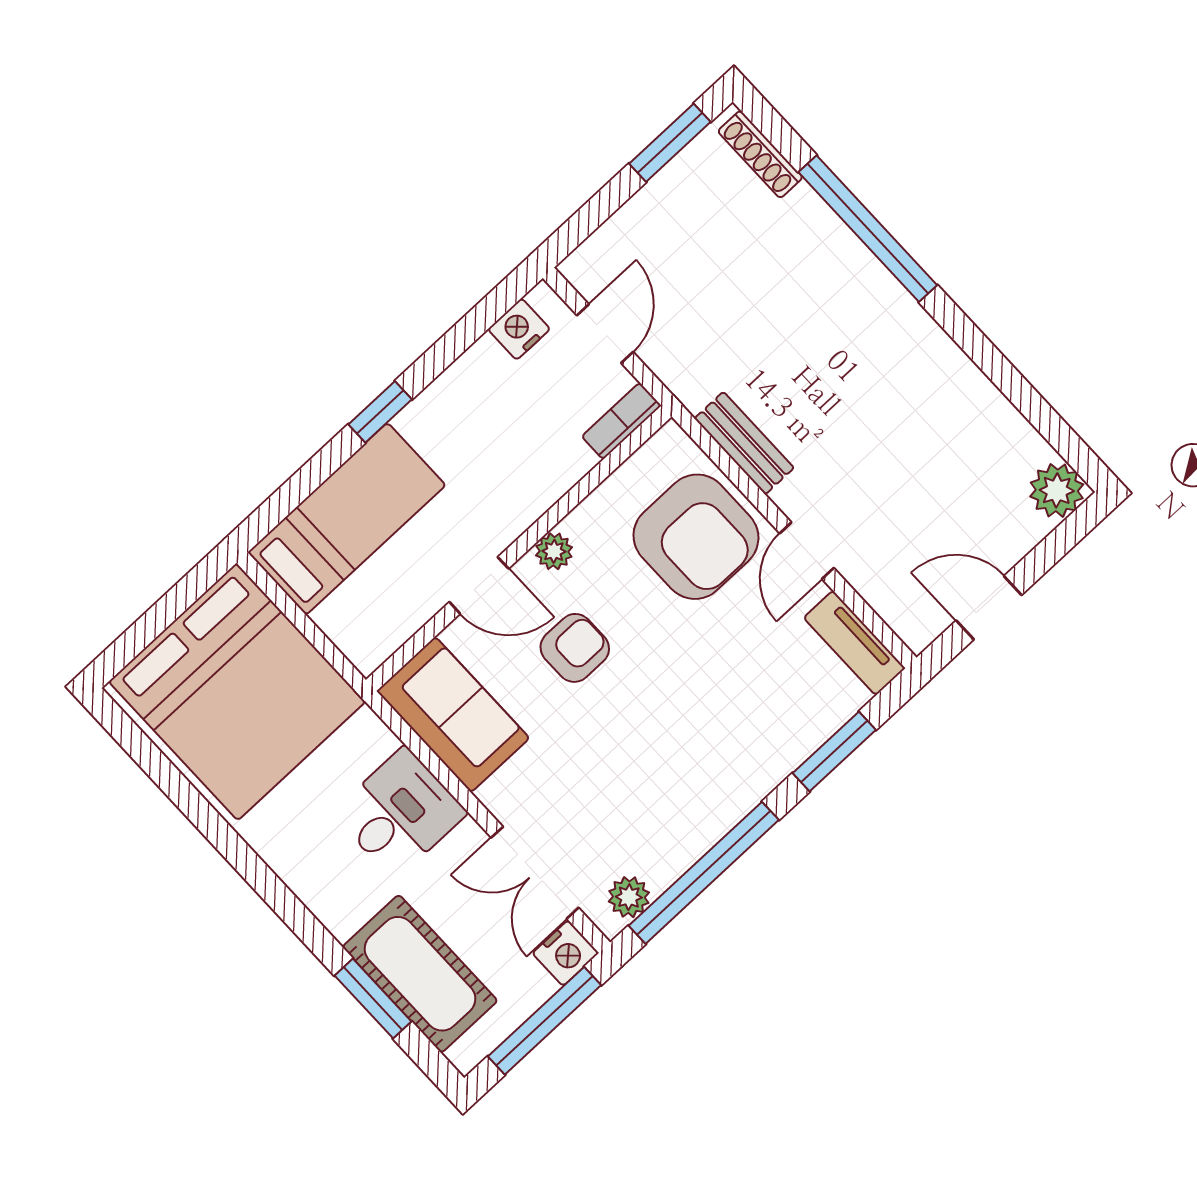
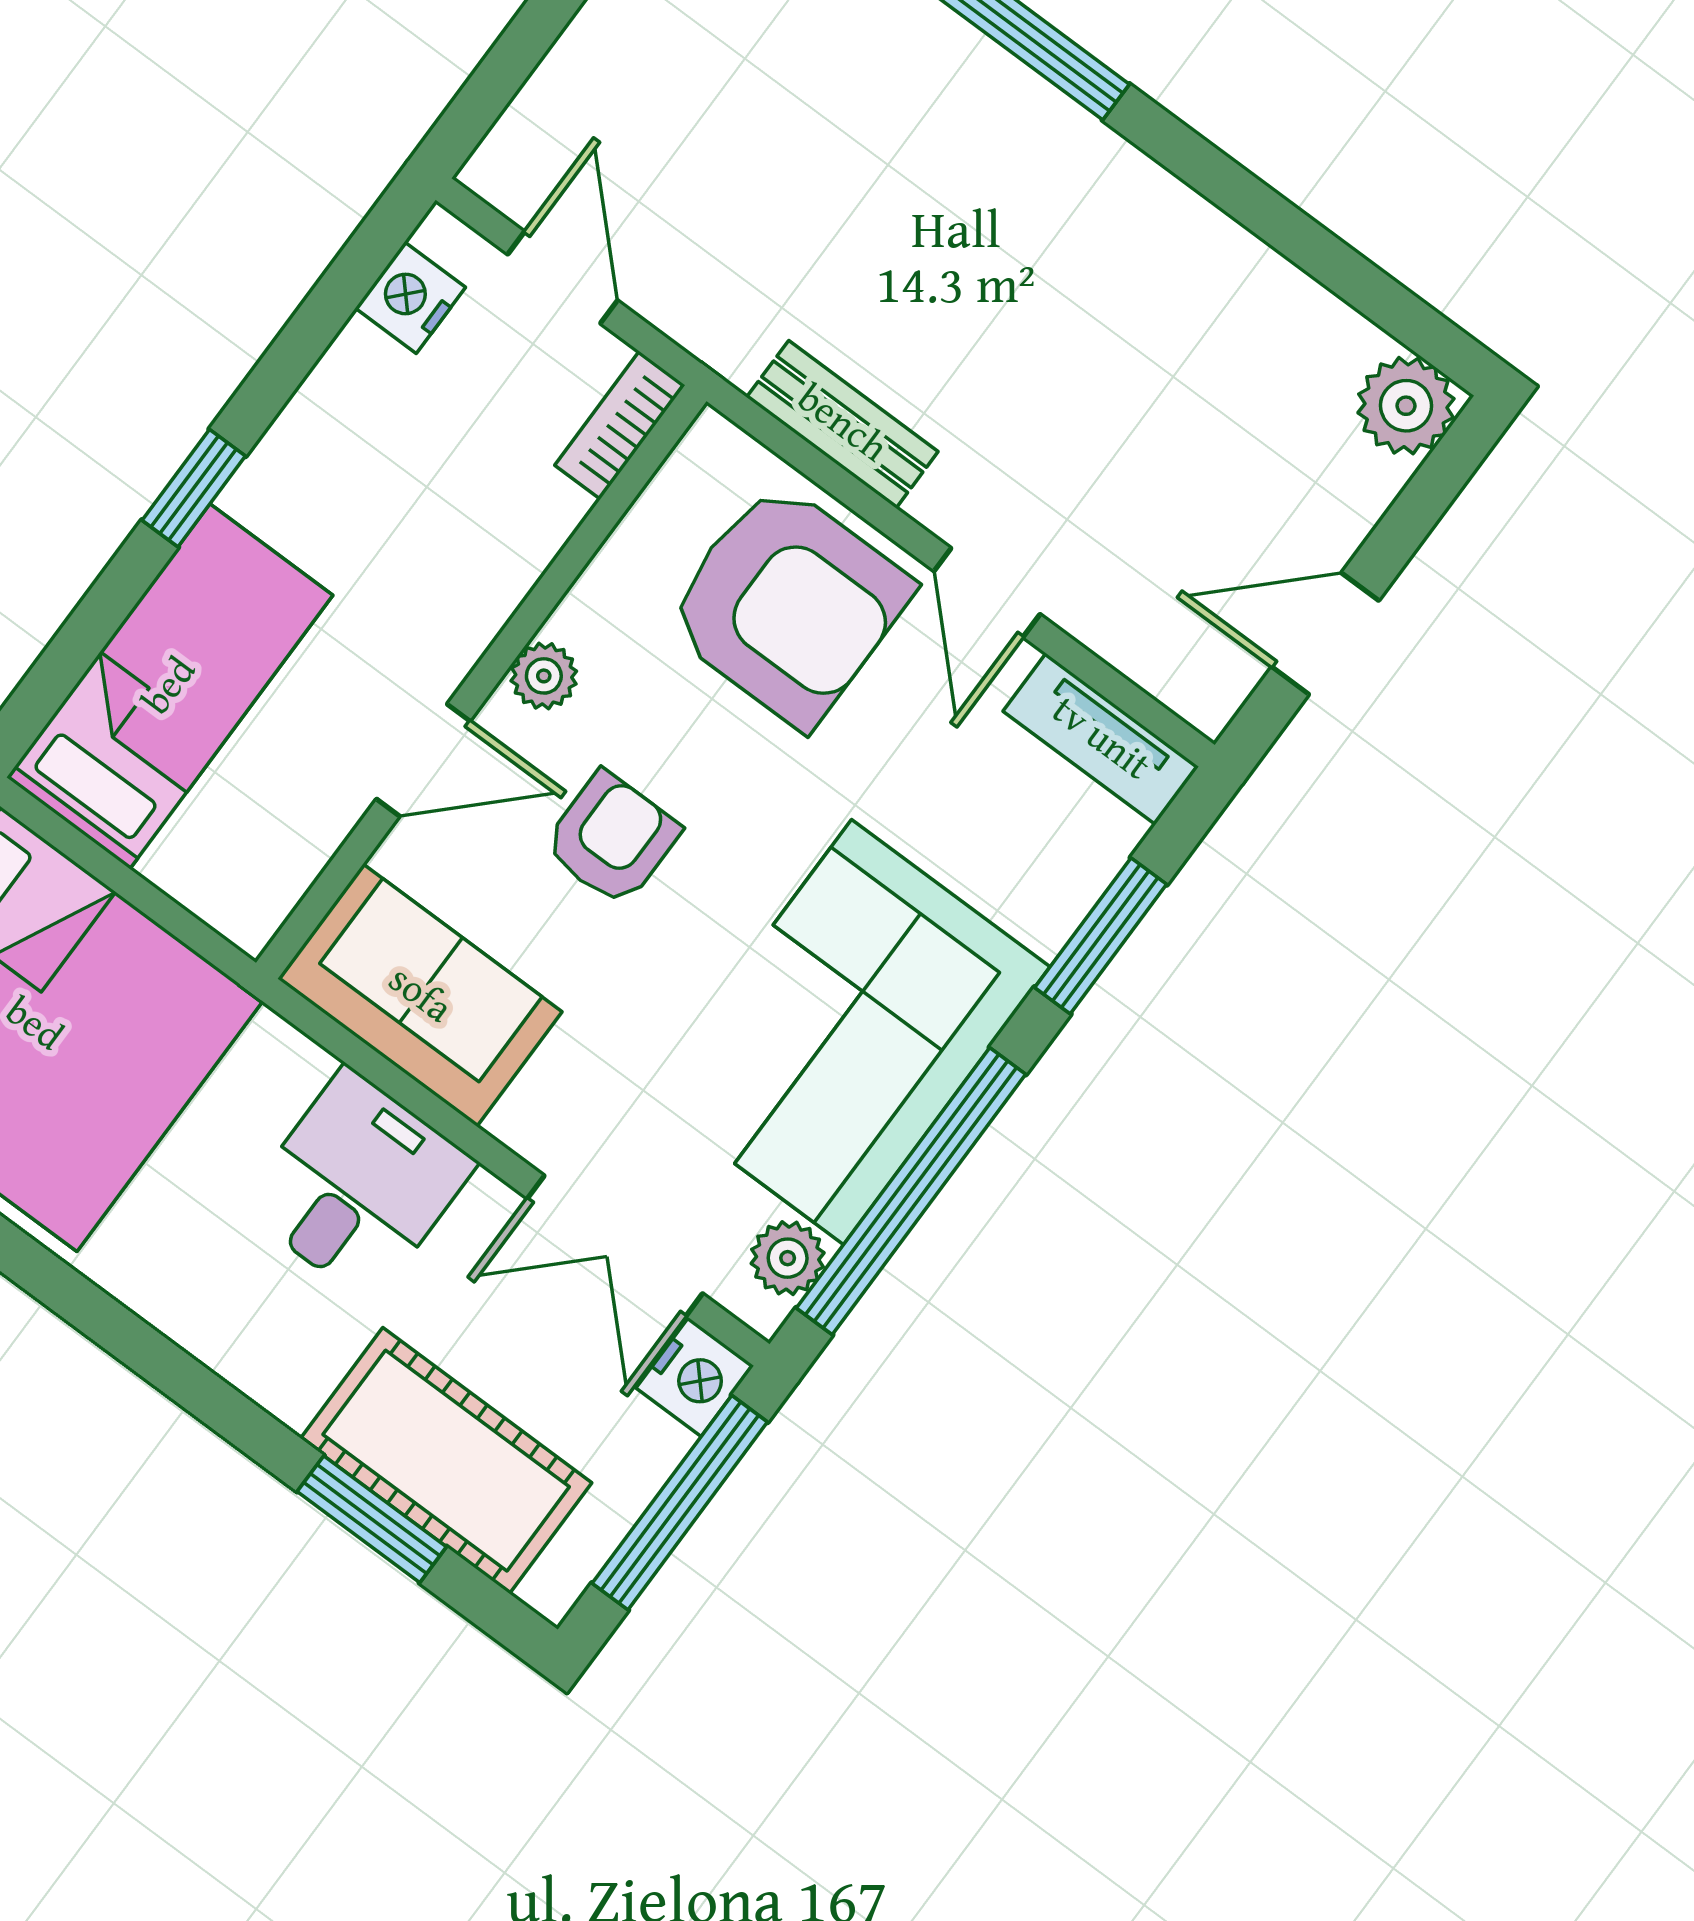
corner sofa: (685, 779) -> (848, 1032), added

